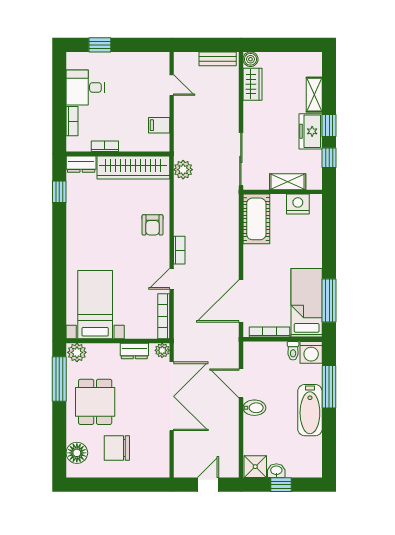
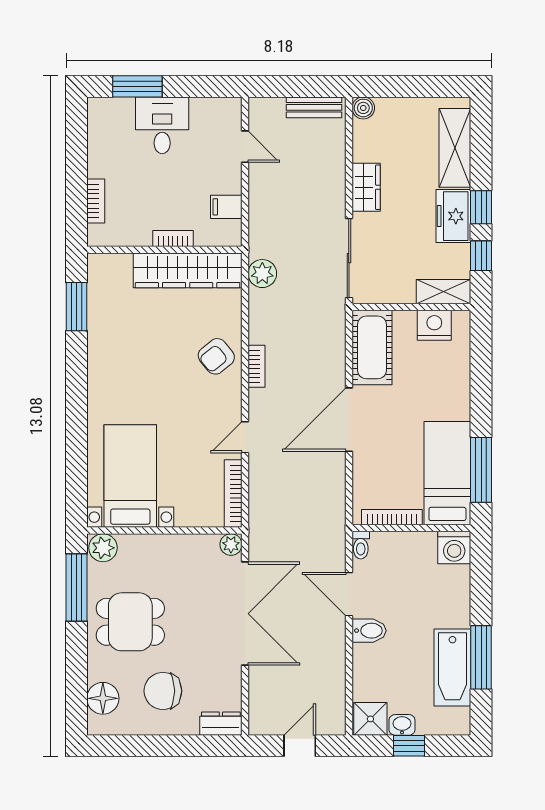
window: (100, 45) -> (137, 86), width x1.50
wardrobe: (252, 84) -> (366, 187), moved
desk: (85, 87) -> (162, 125), moved, turned 90
shelving: (314, 95) -> (455, 148), width x1.50, depth x1.33
bookcase: (105, 146) -> (173, 239), moved
dresser: (81, 164) -> (109, 265), removed
shelving: (288, 182) -> (444, 292), moved
window: (59, 192) -> (76, 307), width x1.50
armchair: (152, 225) -> (216, 356), turned 51
bookcase: (179, 250) -> (257, 366), moved
door: (241, 301) -> (349, 420), moved
dresser: (134, 351) -> (221, 724), moved, turned 180
toilet: (293, 351) -> (361, 545), moved
window: (329, 387) -> (481, 657), moved
dining table: (95, 402) -> (130, 622), turned 90
bathtub: (310, 410) -> (452, 668), moved

